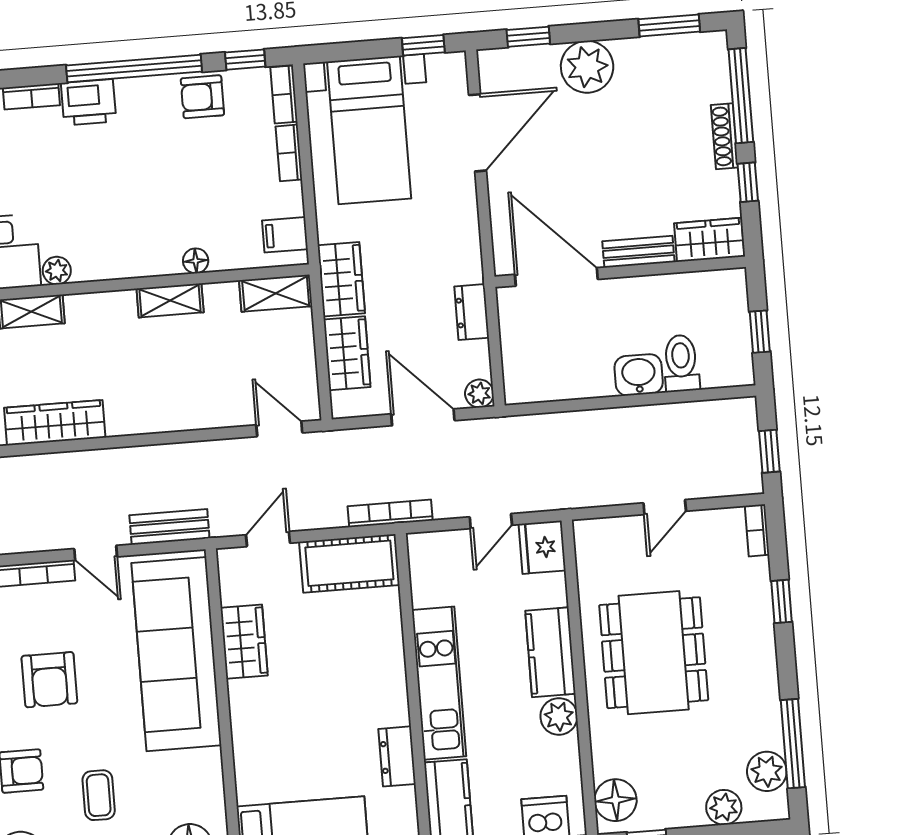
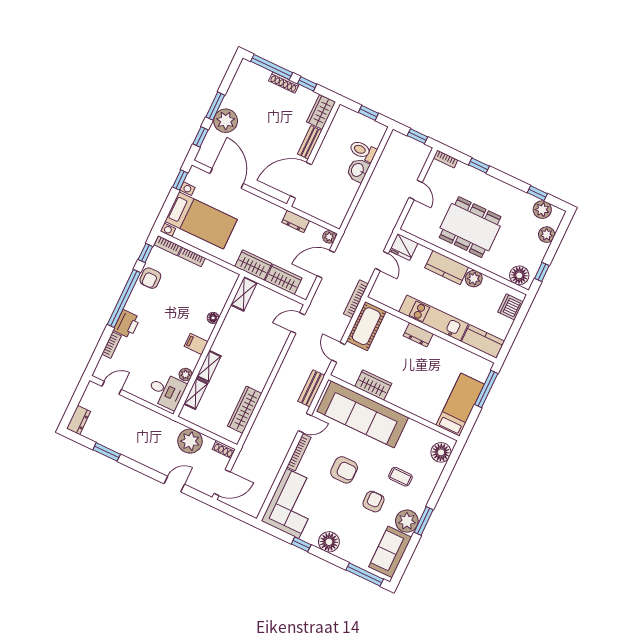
window: (669, 25) -> (215, 106), moved
filing cabinet: (285, 235) -> (196, 344), moved, turned 90
shelving: (170, 300) -> (209, 366), moved
window: (793, 744) -> (537, 193), width x0.46
dresser: (397, 756) -> (418, 335), moved

